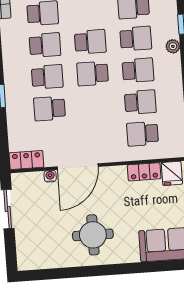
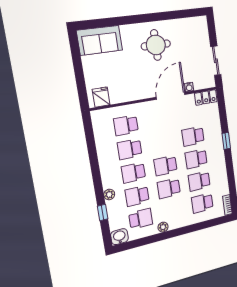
school desk: (93, 74) -> (166, 166), turned 180
school desk: (49, 109) -> (193, 136), turned 180
school desk: (143, 134) -> (126, 125), turned 180
locker: (144, 172) -> (122, 96), removed

